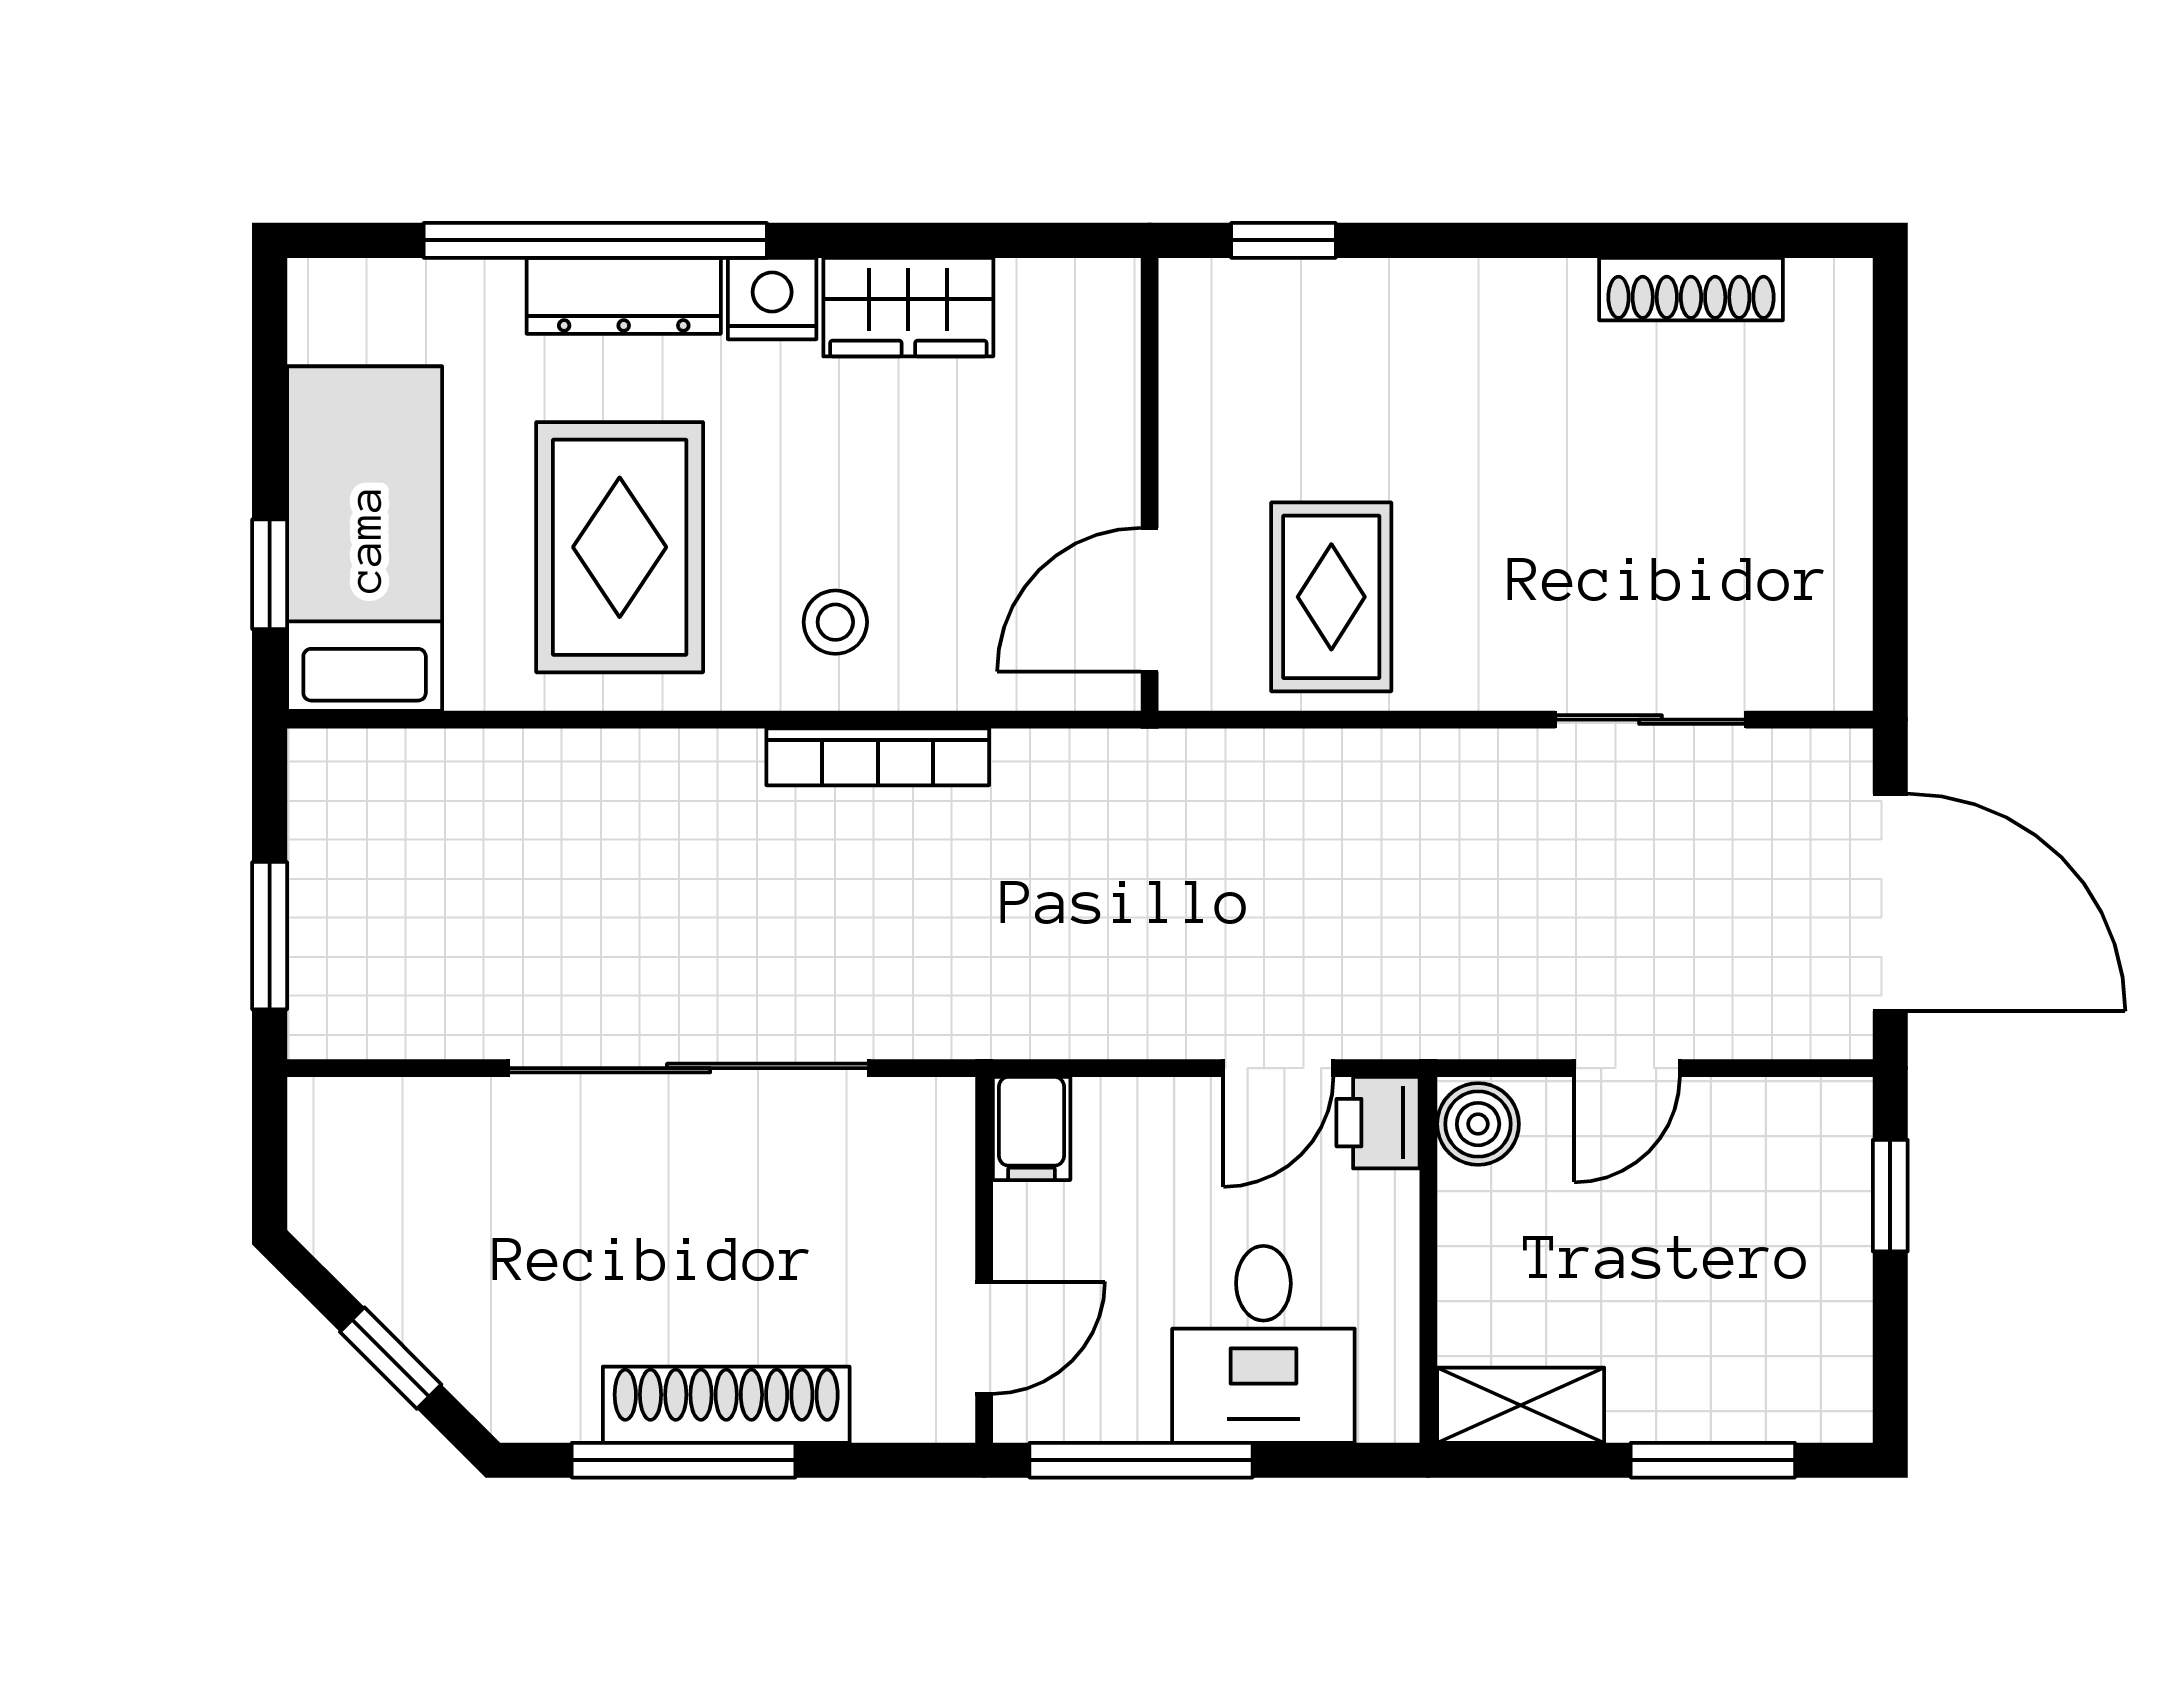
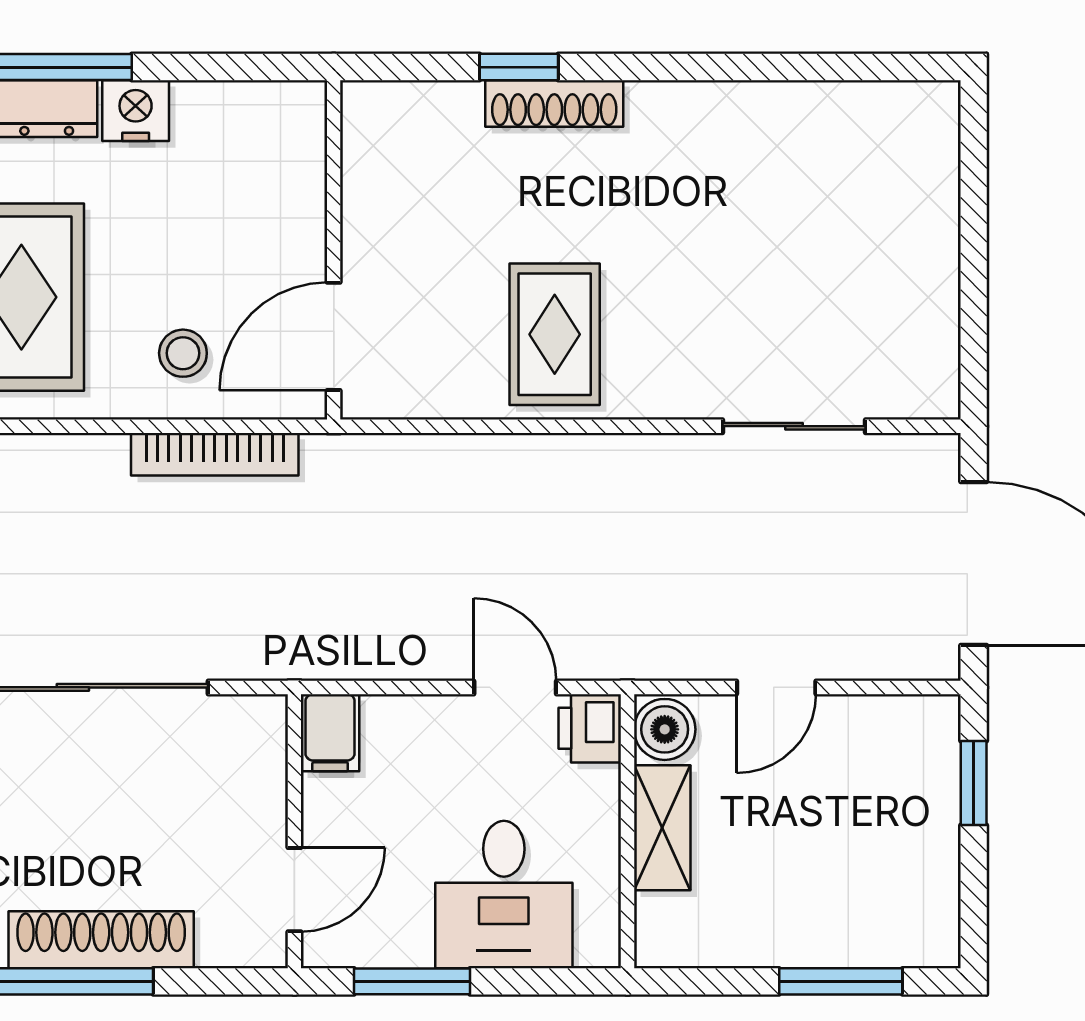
shoe rack: (1691, 289) -> (554, 104), moved
wardrobe: (908, 307) -> (238, 117), removed
wall: (1150, 484) -> (334, 250), moved
door: (1150, 600) -> (334, 336), moved
door: (1278, 1068) -> (515, 687), swing flipped
shelving: (1521, 1405) -> (662, 828), moved, turned 90
window: (1141, 1460) -> (412, 981), width x0.69

